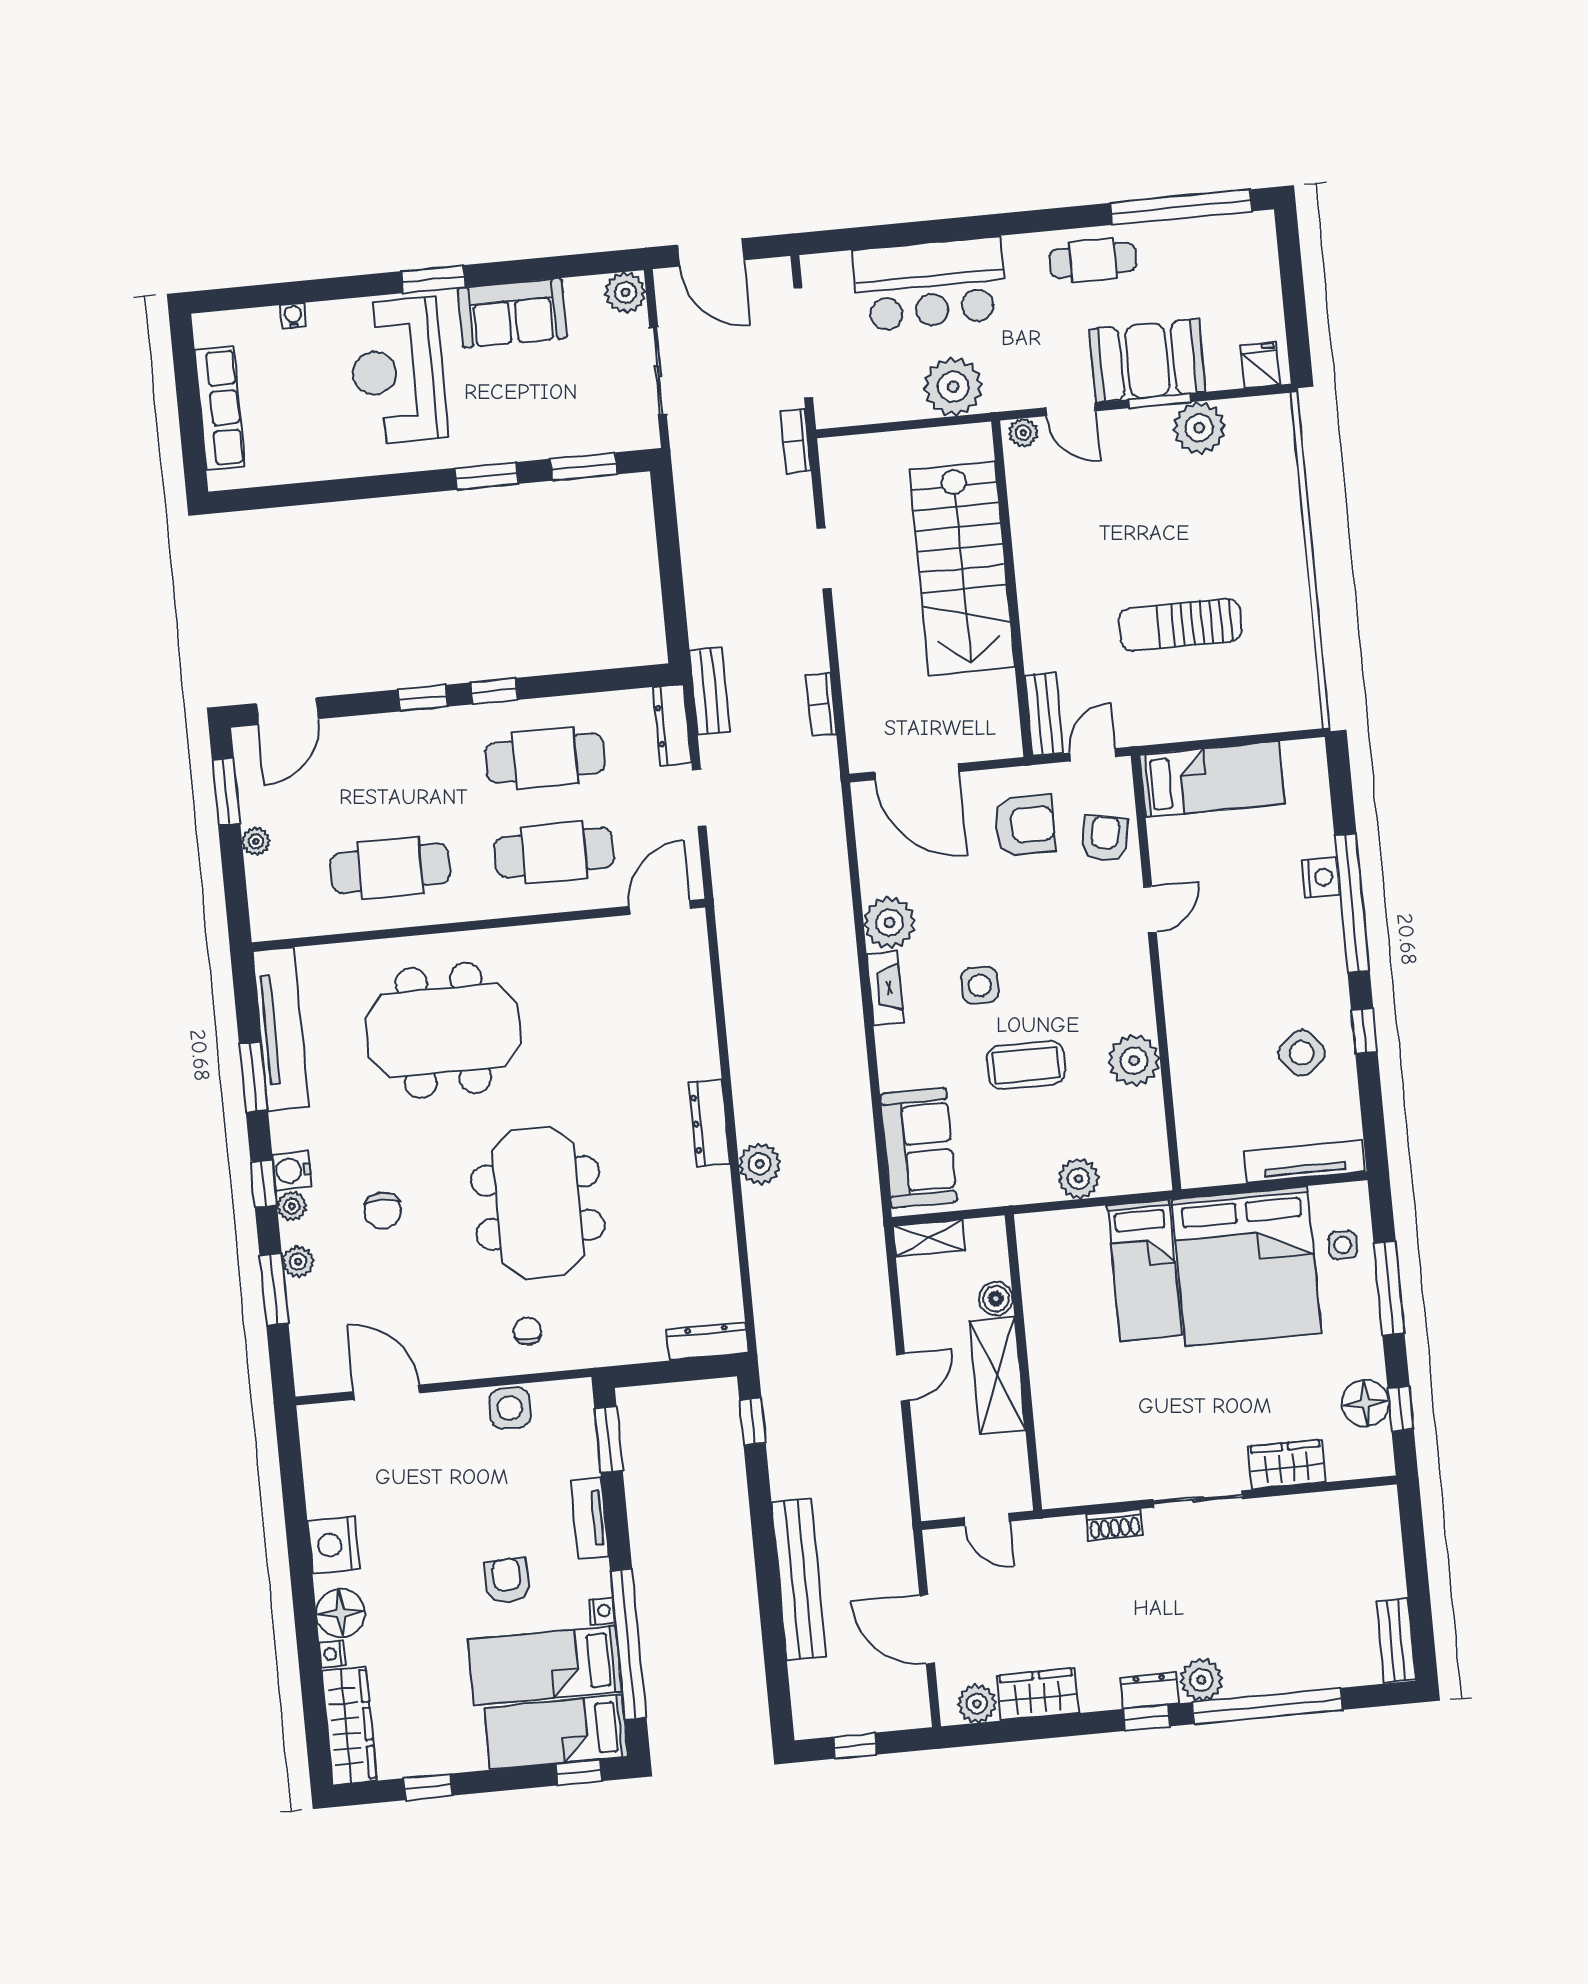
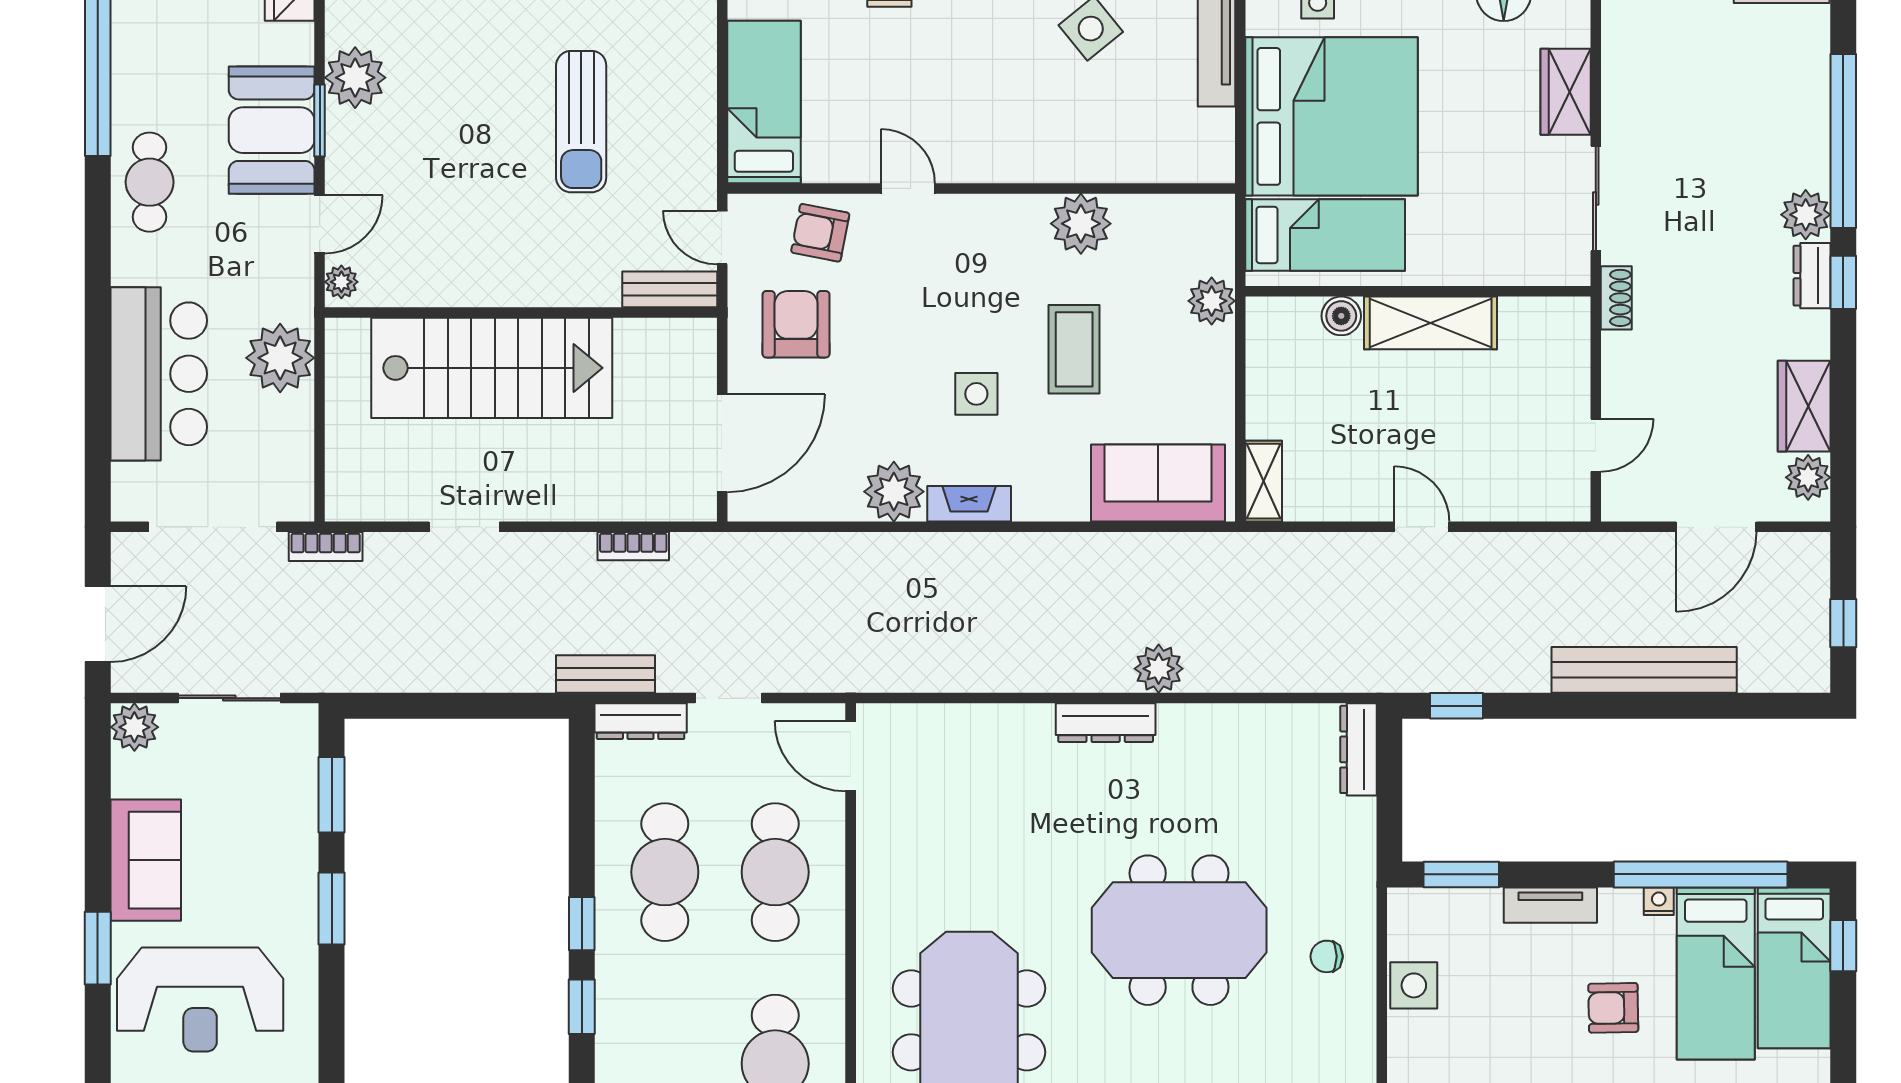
boiler: (996, 1299) -> (1341, 316), moved
wall: (1023, 1362) -> (1418, 291), moved
shelving: (997, 1376) -> (1431, 323), moved

